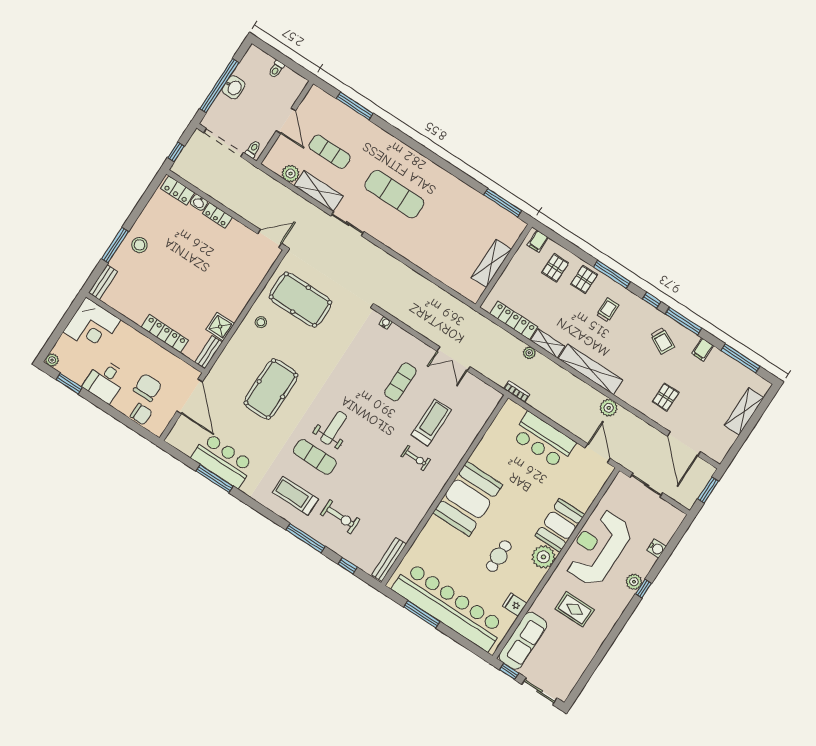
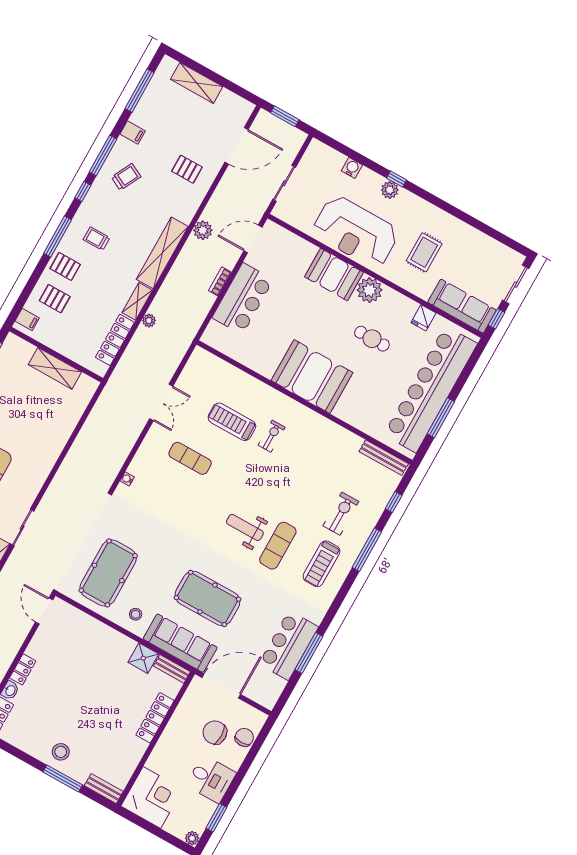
sofa: (232, 361) -> (180, 643), added
bookcase: (517, 392) -> (220, 281), moved

